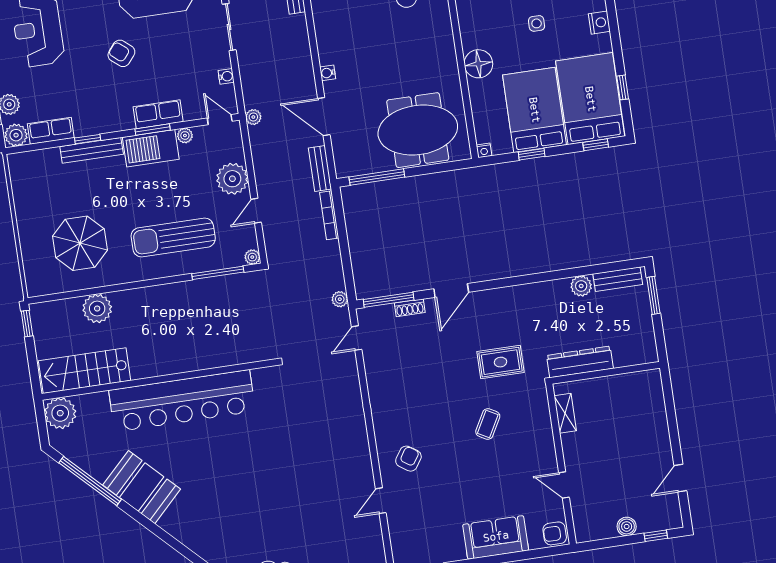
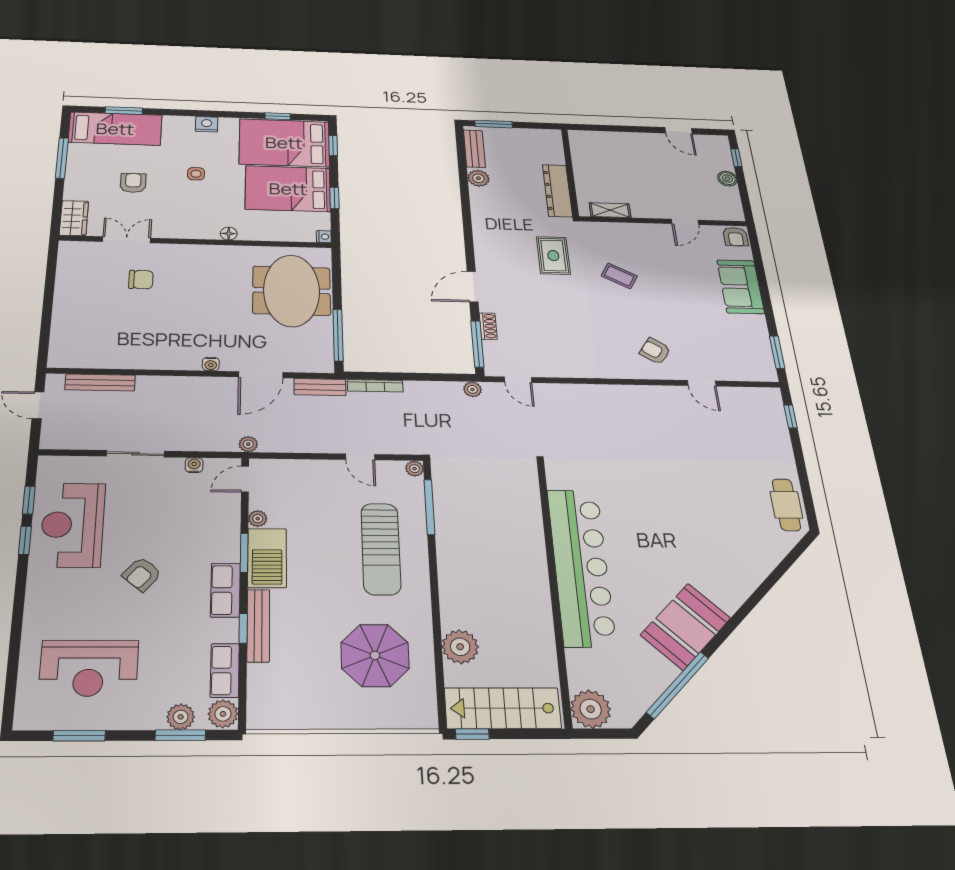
floor lamp: (478, 64) -> (229, 234), width x0.53, depth x0.53
row of seats: (158, 114) -> (225, 590), moved
plant: (232, 179) -> (318, 476), removed
door: (451, 291) -> (473, 287), swing flipped
stairs: (85, 371) -> (503, 708), moved, turned 90

